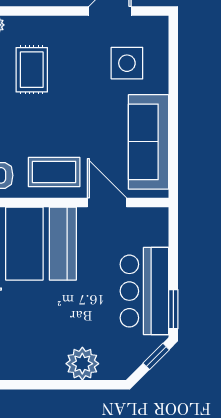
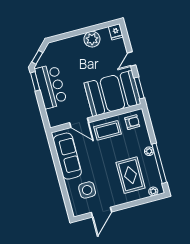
rug: (32, 70) -> (131, 175), width x1.36, depth x1.43
plant: (82, 364) -> (92, 39), moved

